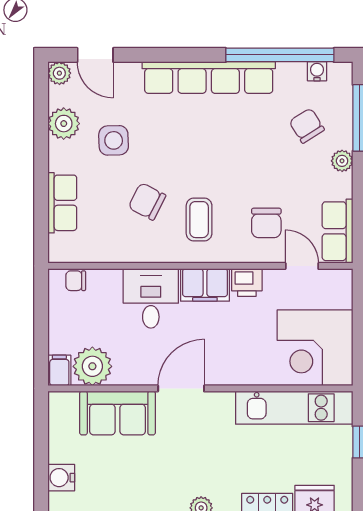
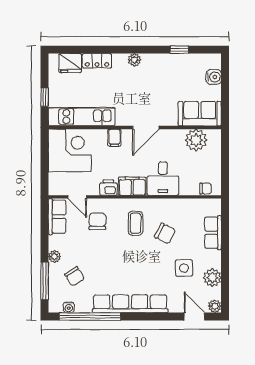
filing cabinet: (59, 370) -> (114, 138), moved
sofa: (118, 413) -> (200, 114), moved

